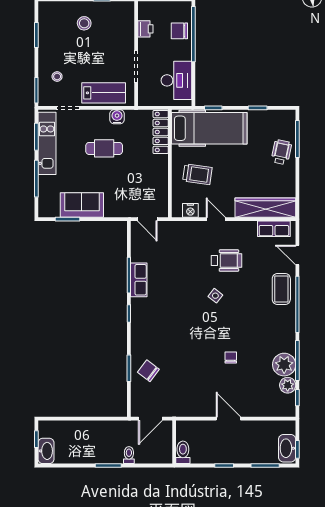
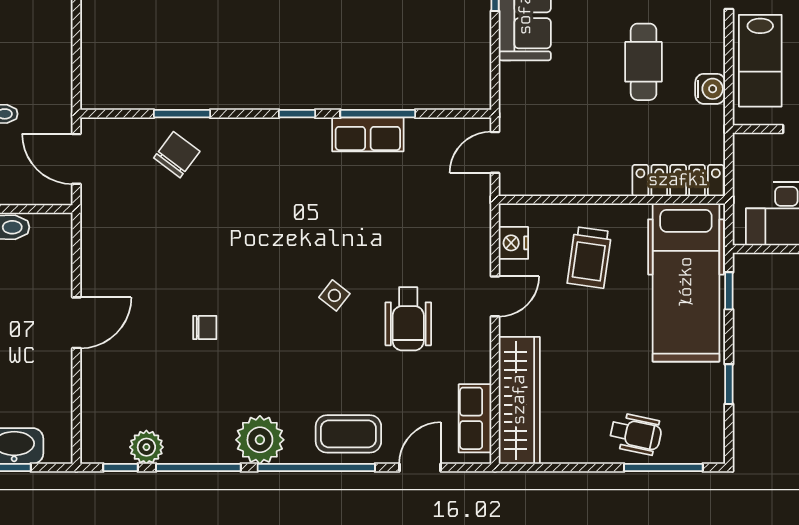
plant: (284, 365) -> (260, 440), moved

